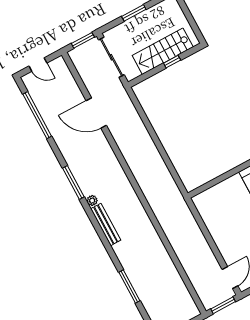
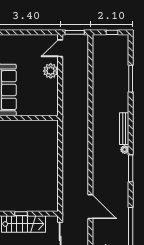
plant: (227, 246) -> (51, 71), added

